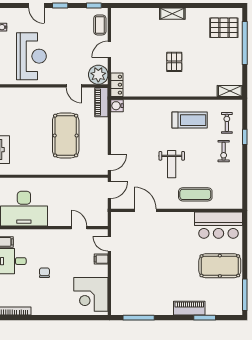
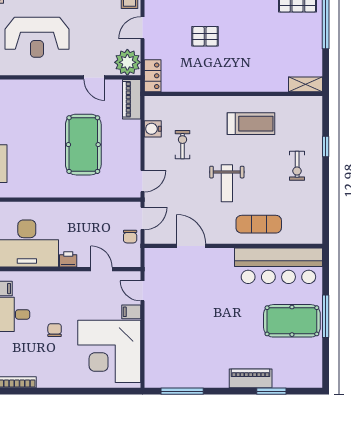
reception desk: (31, 56) -> (37, 37), turned 90
pallet: (174, 62) -> (205, 36), moved, turned 90
water cooler: (117, 106) -> (153, 129), moved
exercise bike: (227, 123) -> (183, 145), moved
chair: (100, 203) -> (130, 237), added
printer: (55, 220) -> (68, 259), added
bar counter: (218, 225) -> (278, 266), width x1.36
corner desk: (91, 294) -> (109, 351), width x1.36, depth x1.36
window: (245, 295) -> (326, 316), moved

